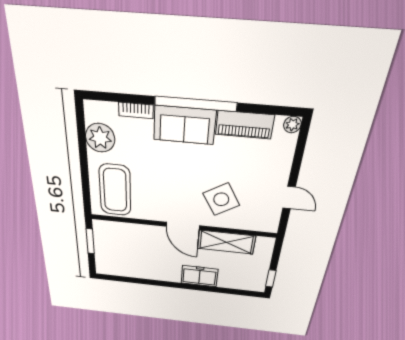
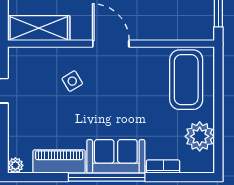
side table: (221, 199) -> (72, 81), width x0.54, depth x0.54
shelving: (226, 242) -> (39, 28), moved

